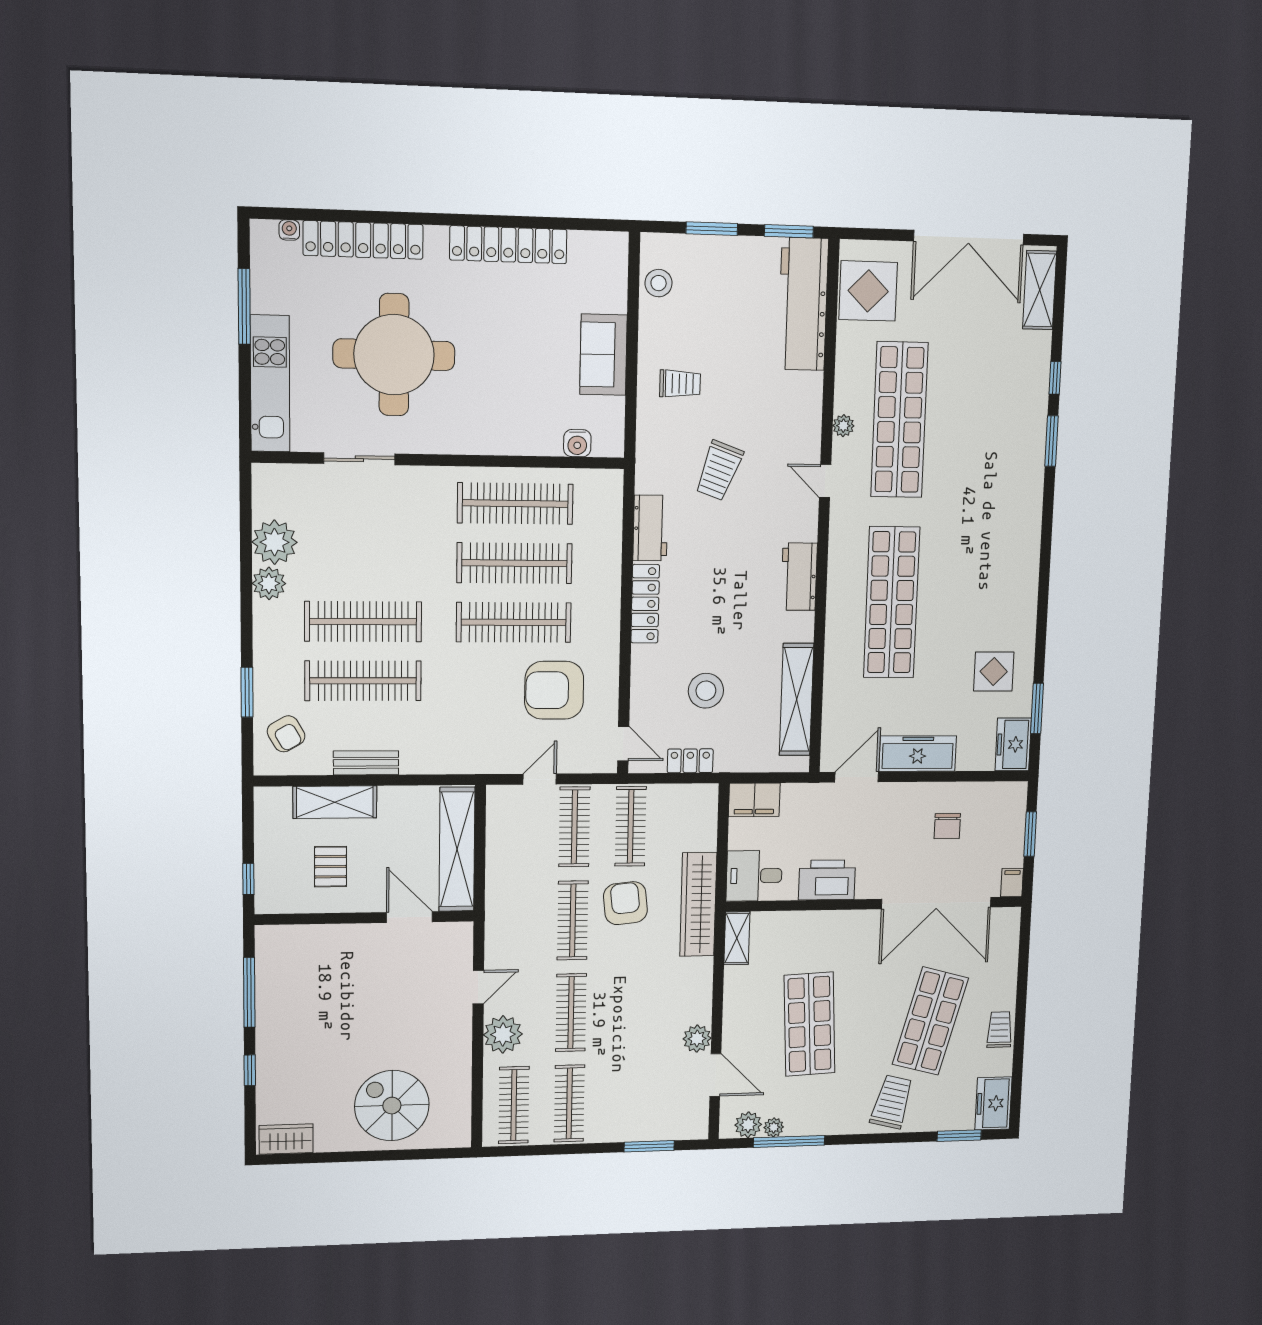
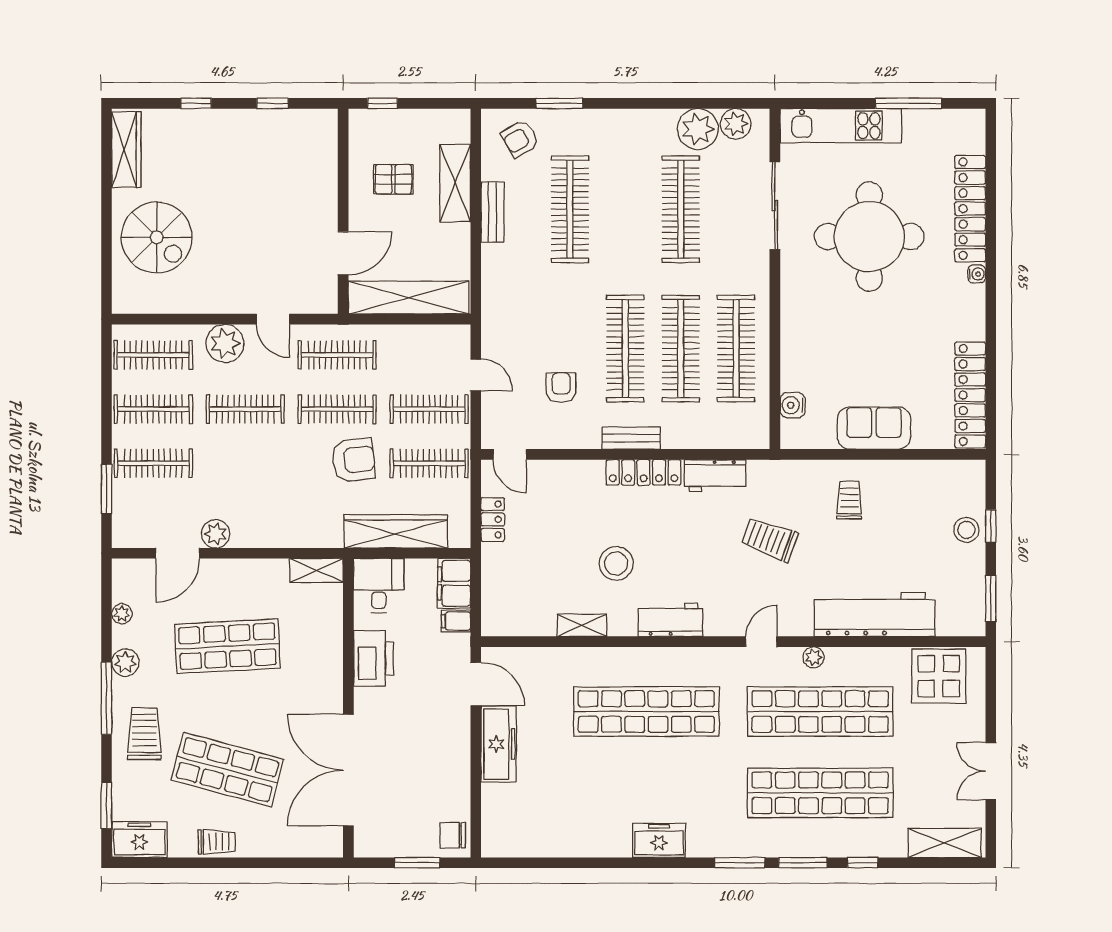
window: (712, 229) -> (991, 526), width x0.67
water cooler: (289, 230) -> (977, 274), moved
double door: (969, 238) -> (991, 771), width x0.54
locker: (508, 245) -> (970, 395), moved
stool: (659, 283) -> (966, 530), moved
workbench: (803, 304) -> (875, 614), moved
trolley: (680, 384) -> (849, 500), turned 180
shop shelf: (982, 422) -> (820, 793), added
sliding door: (359, 459) -> (775, 206), width x1.37
plant: (269, 583) -> (736, 124), moved
bench: (609, 617) -> (631, 438), added
clothes rail: (363, 622) -> (681, 209), moved
display table: (994, 672) -> (580, 817), removed
armchair: (554, 690) -> (561, 388), width x0.53, depth x0.53
stool: (706, 691) -> (616, 563), moved
shelving: (797, 699) -> (582, 625), width x0.45, depth x0.75
window: (1037, 708) -> (740, 863), moved
door: (623, 744) -> (510, 454), hinge flipped
freezer: (1013, 744) -> (659, 840), moved
chair: (947, 826) -> (453, 835), moved
filing cabinet: (1012, 883) -> (456, 621), moved, turned 180
wardrobe: (698, 904) -> (396, 531), moved
clothes rail: (516, 921) -> (337, 355), added
window: (249, 992) -> (273, 103), width x0.46
clothes rail: (624, 1102) -> (153, 463), added
trolley: (892, 1102) -> (144, 734), turned -104
spiral stairs: (392, 1106) -> (157, 237), turned 90
plant: (748, 1125) -> (125, 662), moved
wardrobe: (286, 1139) -> (126, 150), width x1.50
window: (789, 1141) -> (107, 698), moved

